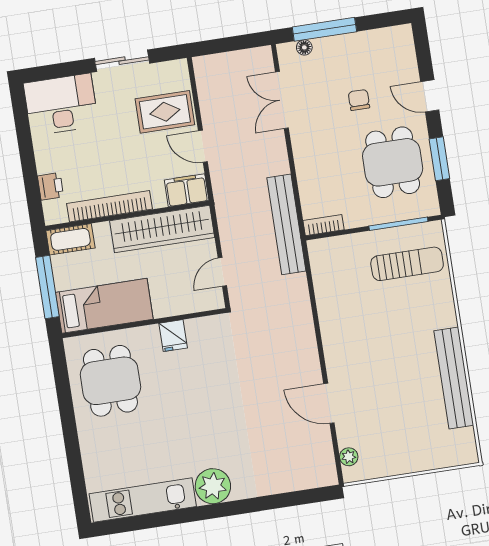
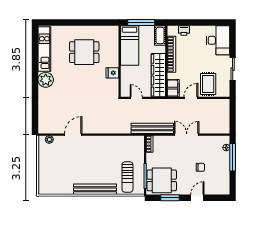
double door: (282, 100) -> (187, 135), moved
dining table: (393, 162) -> (162, 180), moved
bench: (454, 378) -> (95, 189), moved
dining table: (110, 381) -> (84, 52), moved

